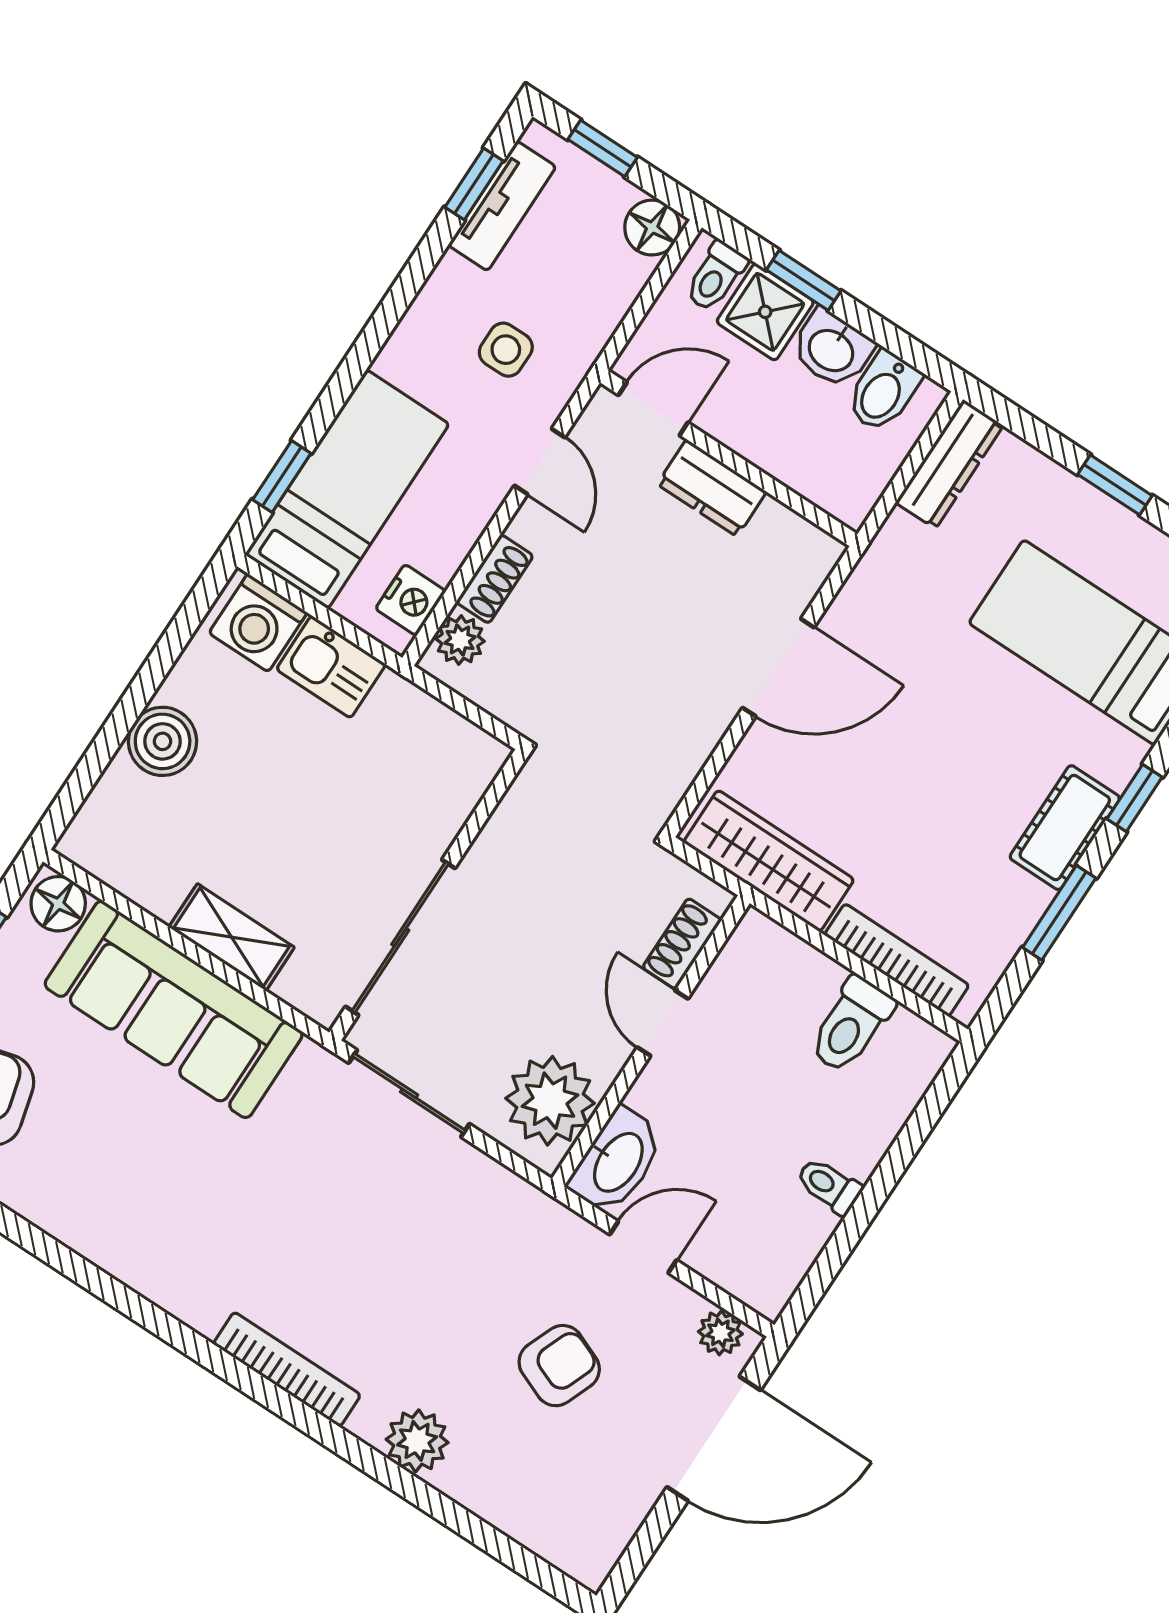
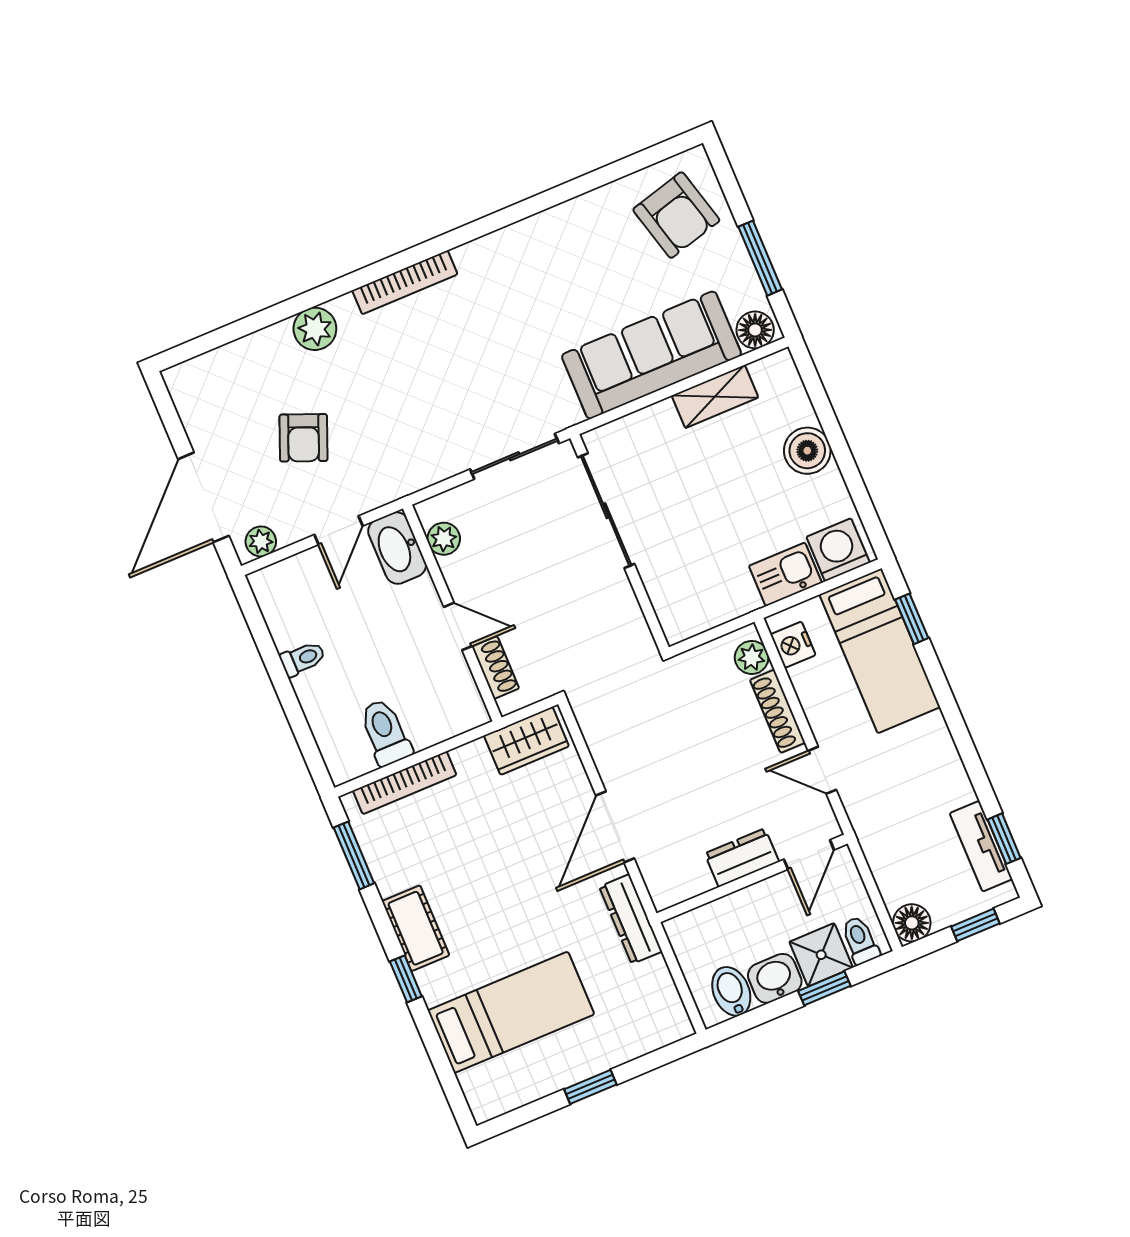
side table: (506, 350) -> (898, 794), removed
dresser: (949, 464) -> (631, 919), moved
shoe rack: (495, 579) -> (778, 711), width x1.43
wardrobe: (769, 861) -> (526, 741), width x0.67
window: (1059, 913) -> (354, 855), moved
shelving: (232, 937) -> (715, 397), moved
plant: (550, 1101) -> (444, 539), width x0.53, depth x0.53

